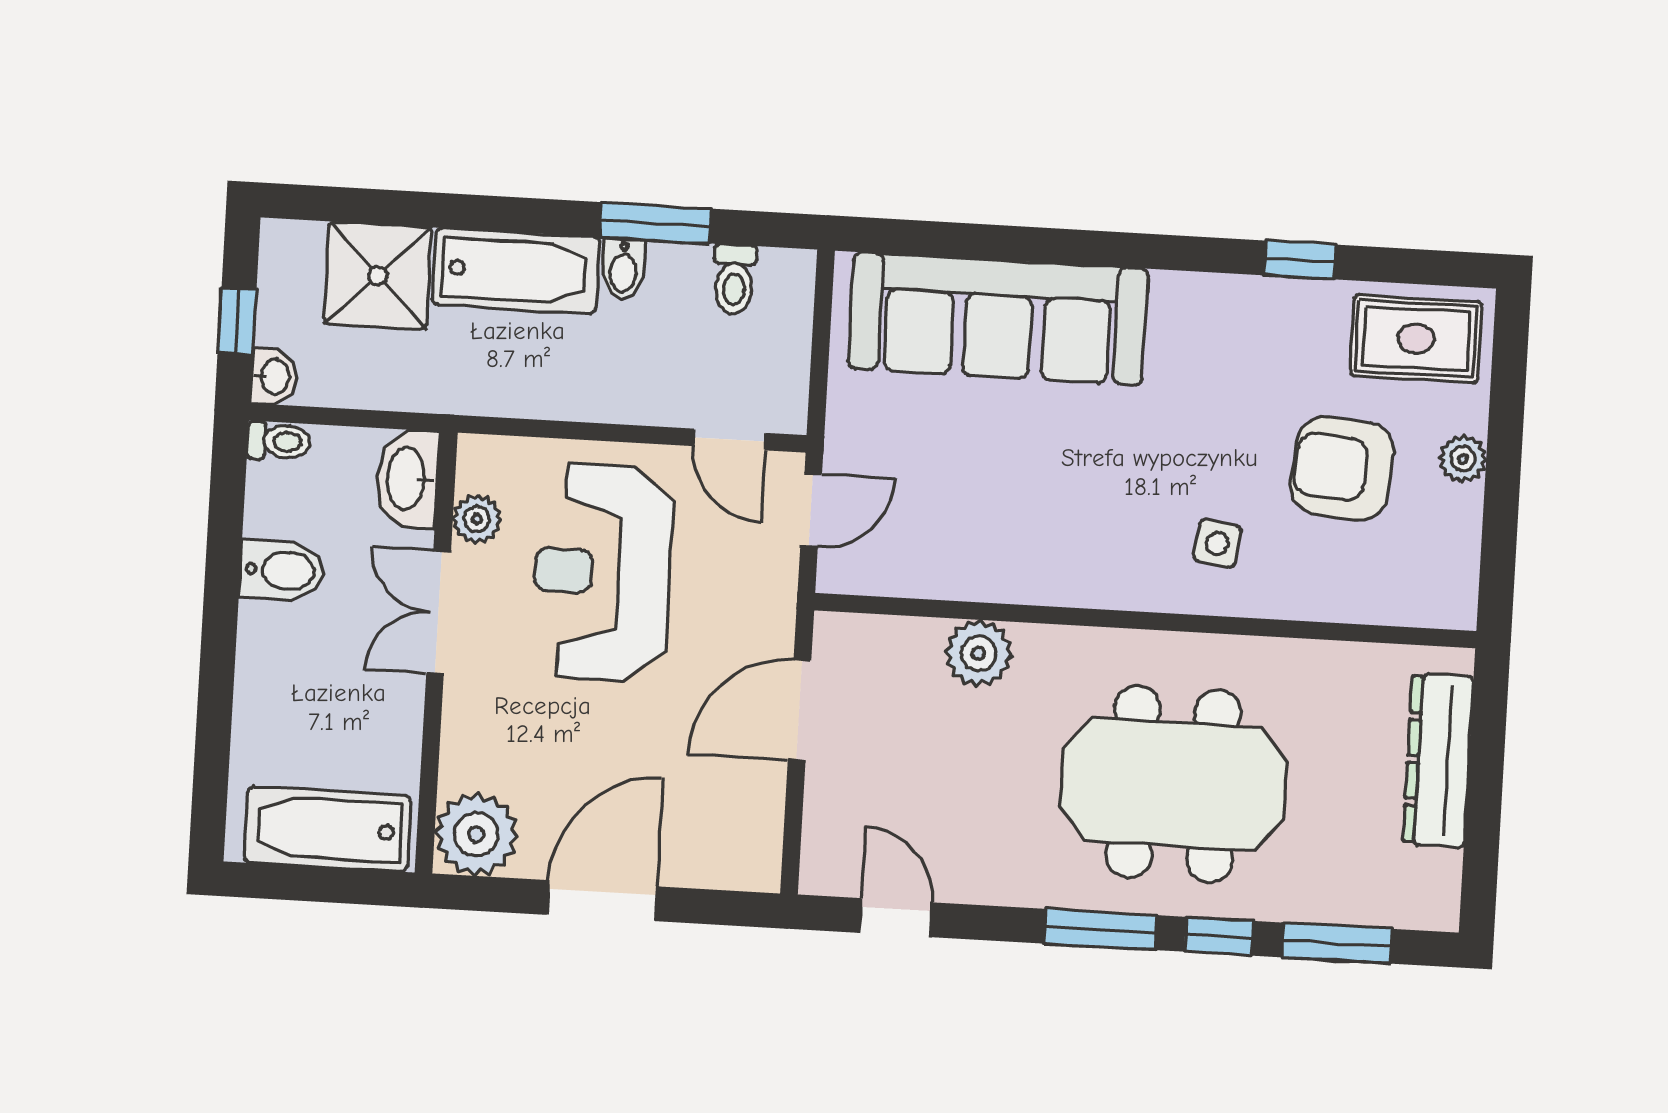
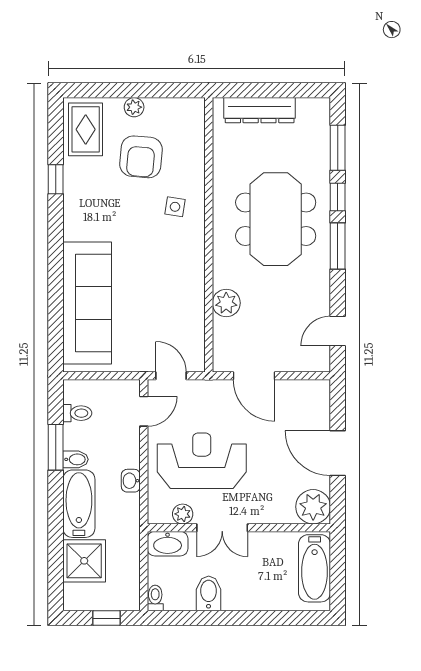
washbasin: (274, 377) -> (131, 481), moved, turned -90
reception desk: (602, 572) -> (202, 461), turned 180

